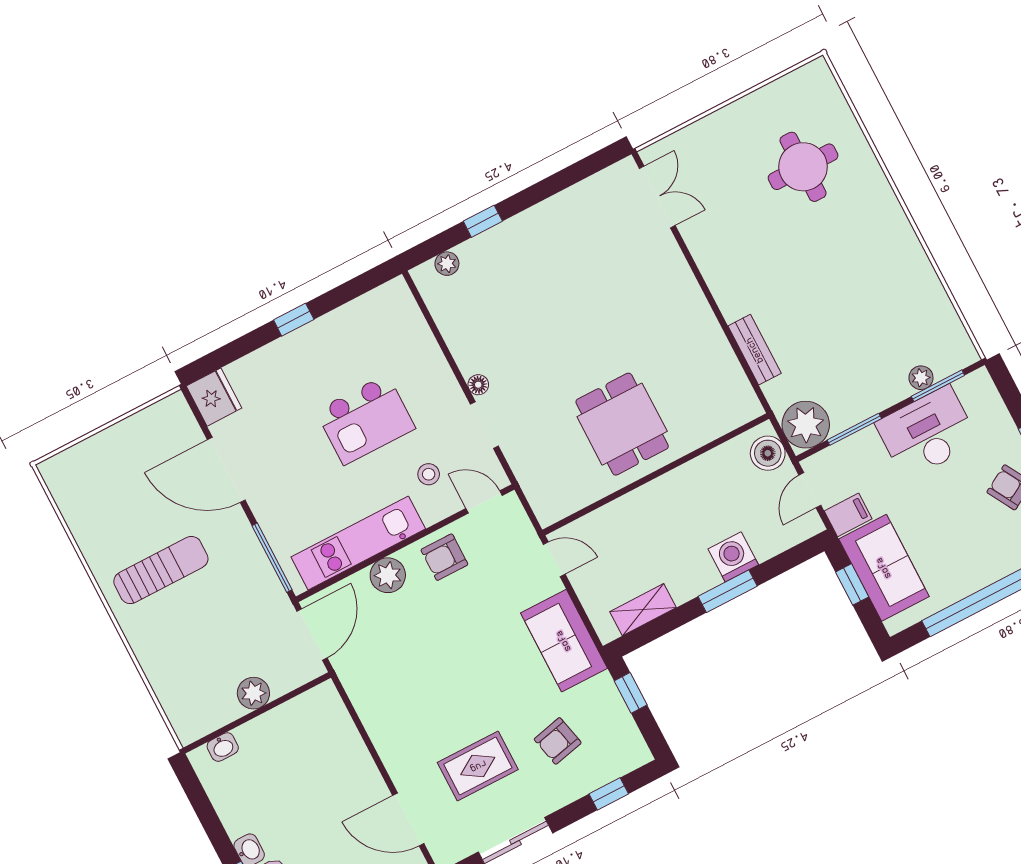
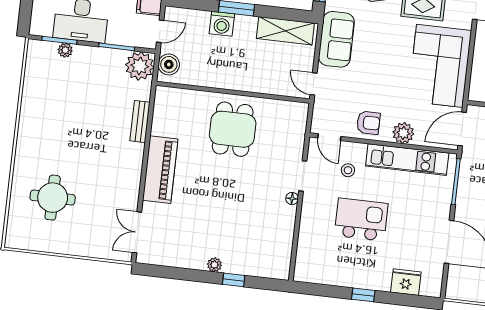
plant: (447, 264) -> (214, 265), moved
piano: (683, 303) -> (160, 170), added
fridge: (214, 397) -> (406, 282), moved, turned 90
shelving: (643, 610) -> (285, 31), width x1.50, depth x1.33
corner sofa: (400, 699) -> (440, 66), added

